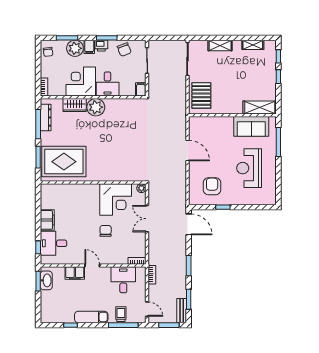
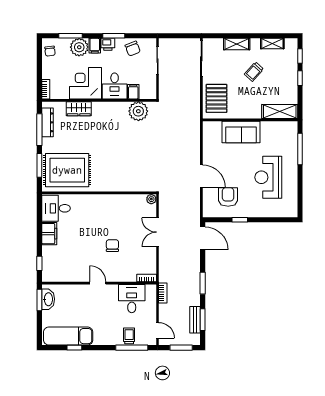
trolley: (236, 71) -> (254, 72), added
filing cabinet: (141, 89) -> (133, 92), moved
plant: (96, 107) -> (138, 111), moved
sofa: (251, 126) -> (241, 132), moved
door: (187, 150) -> (201, 176), moved
corner desk: (116, 199) -> (123, 211), removed
desk: (54, 243) -> (56, 208), moved
filing cabinet: (75, 273) -> (79, 291), removed
bench: (182, 311) -> (195, 320), moved
exam couch: (91, 317) -> (68, 336), moved, width x1.36, depth x1.45

